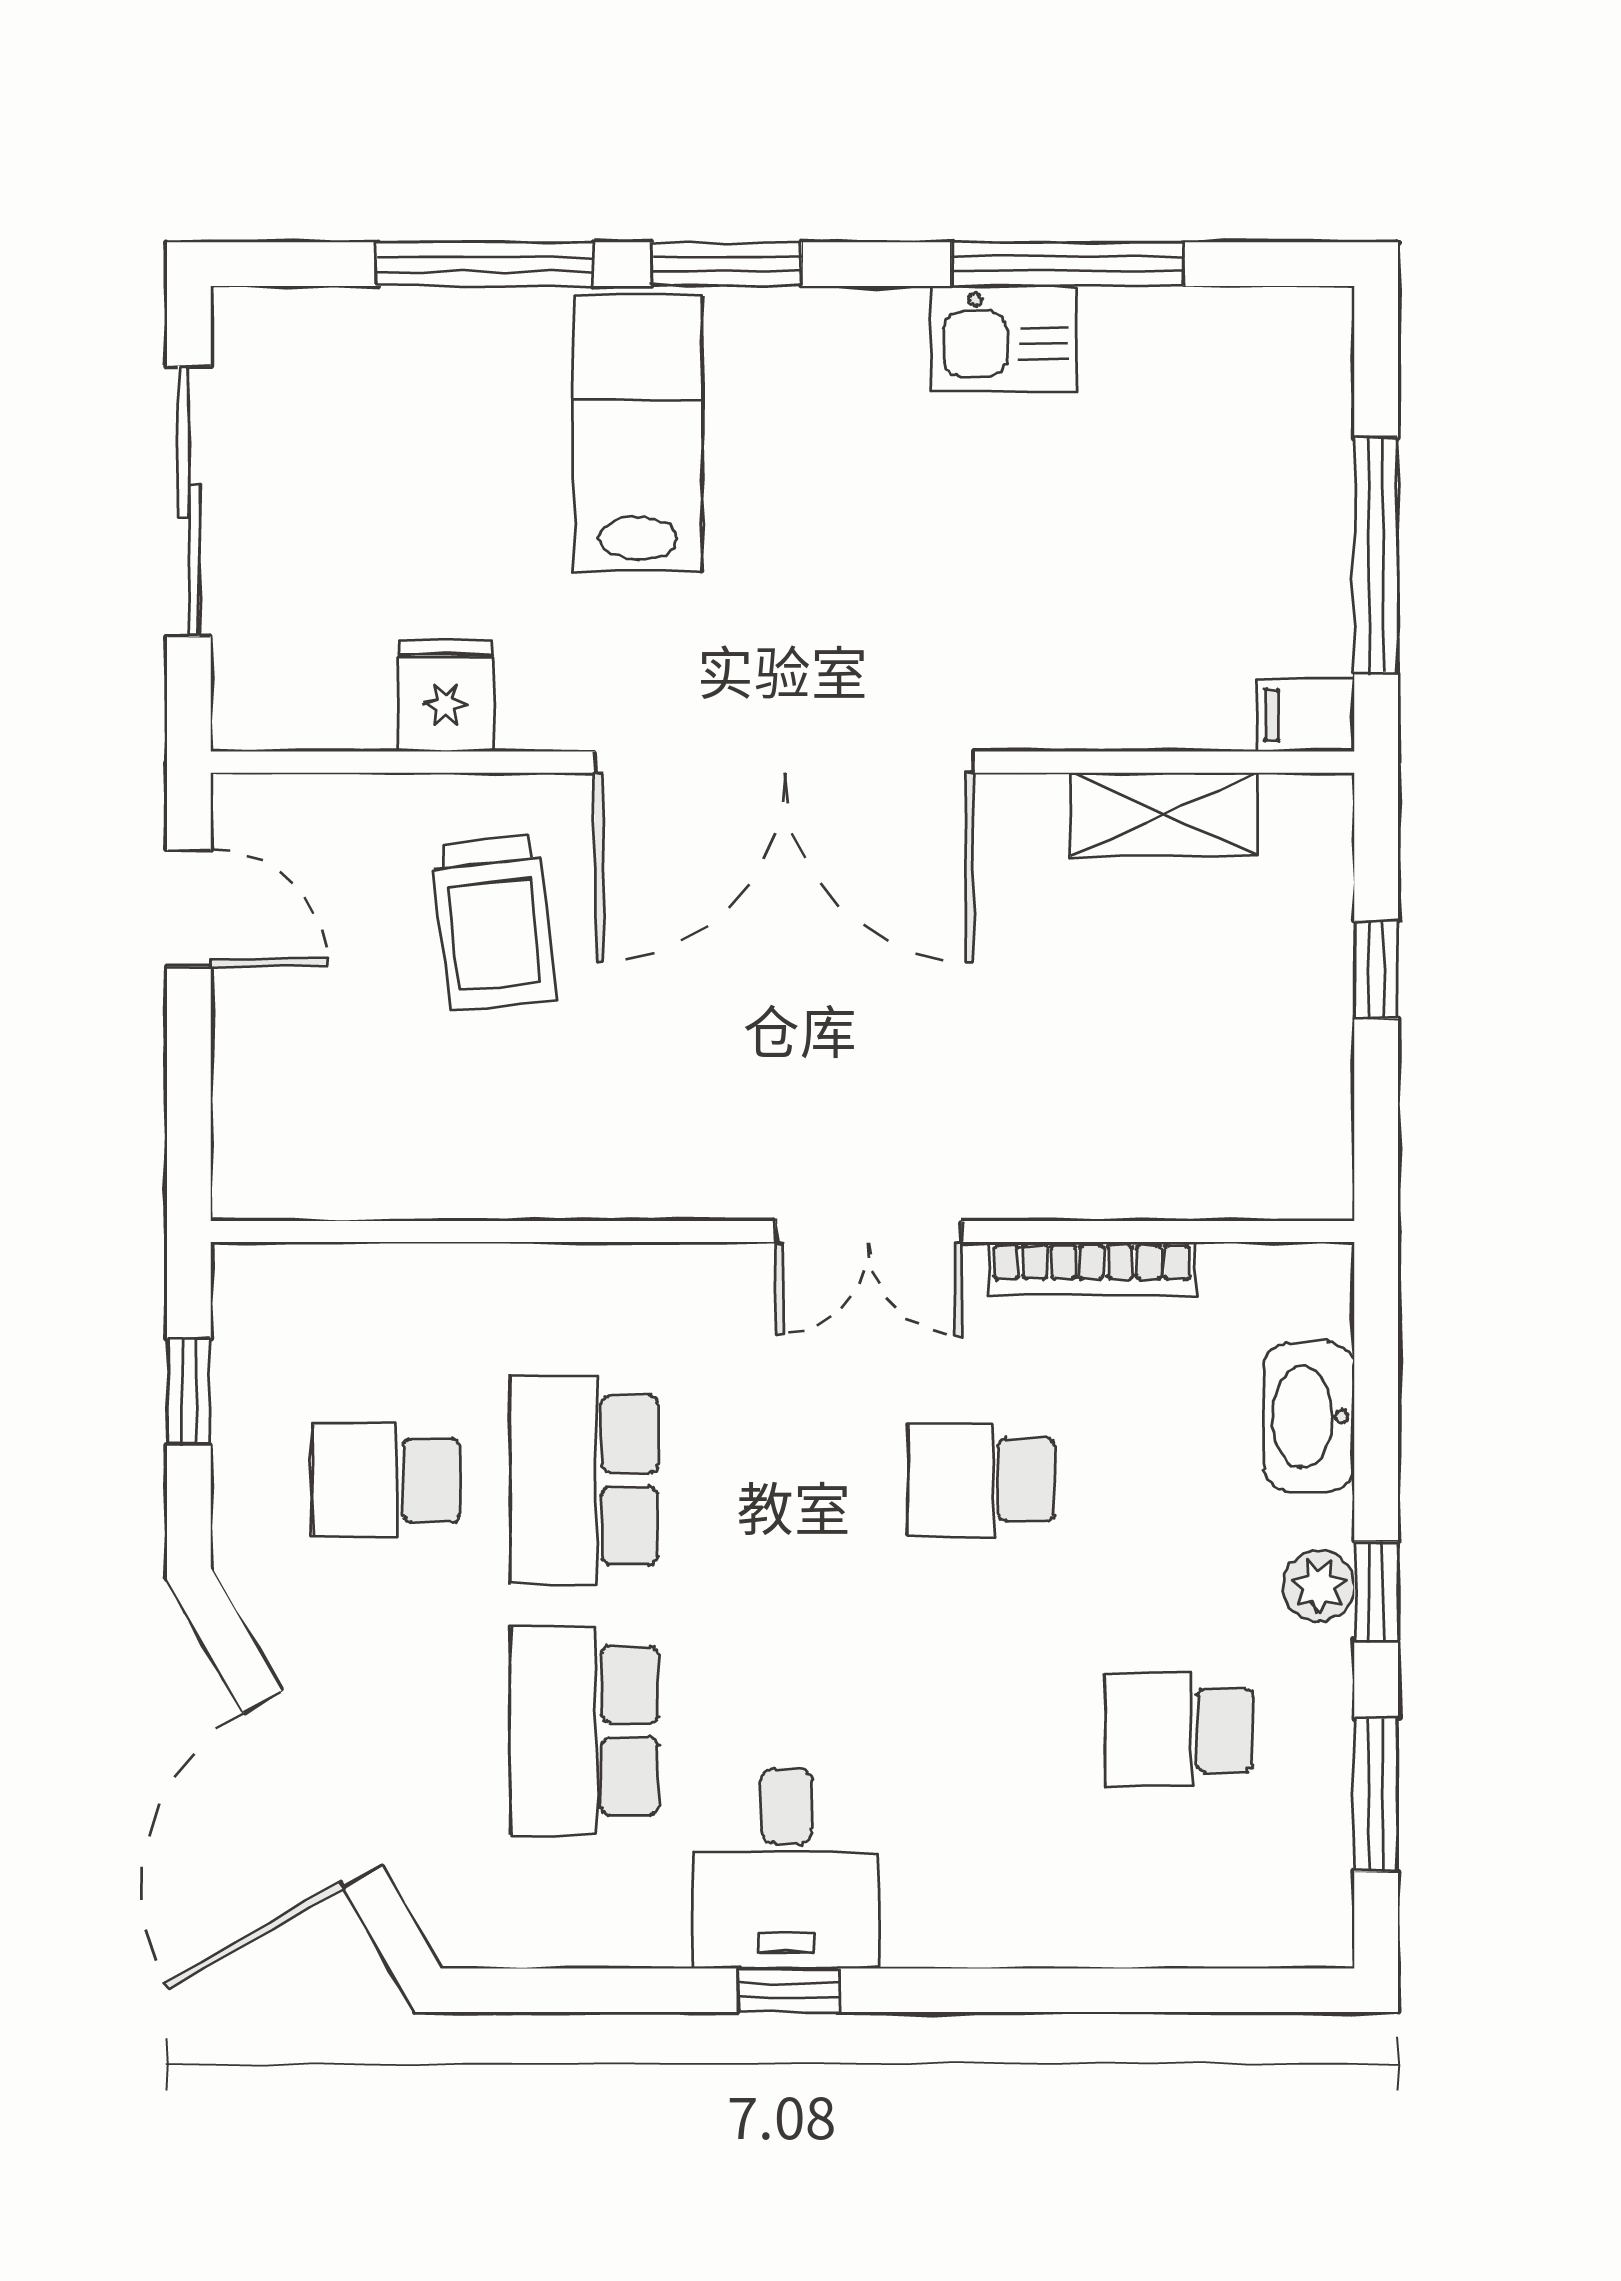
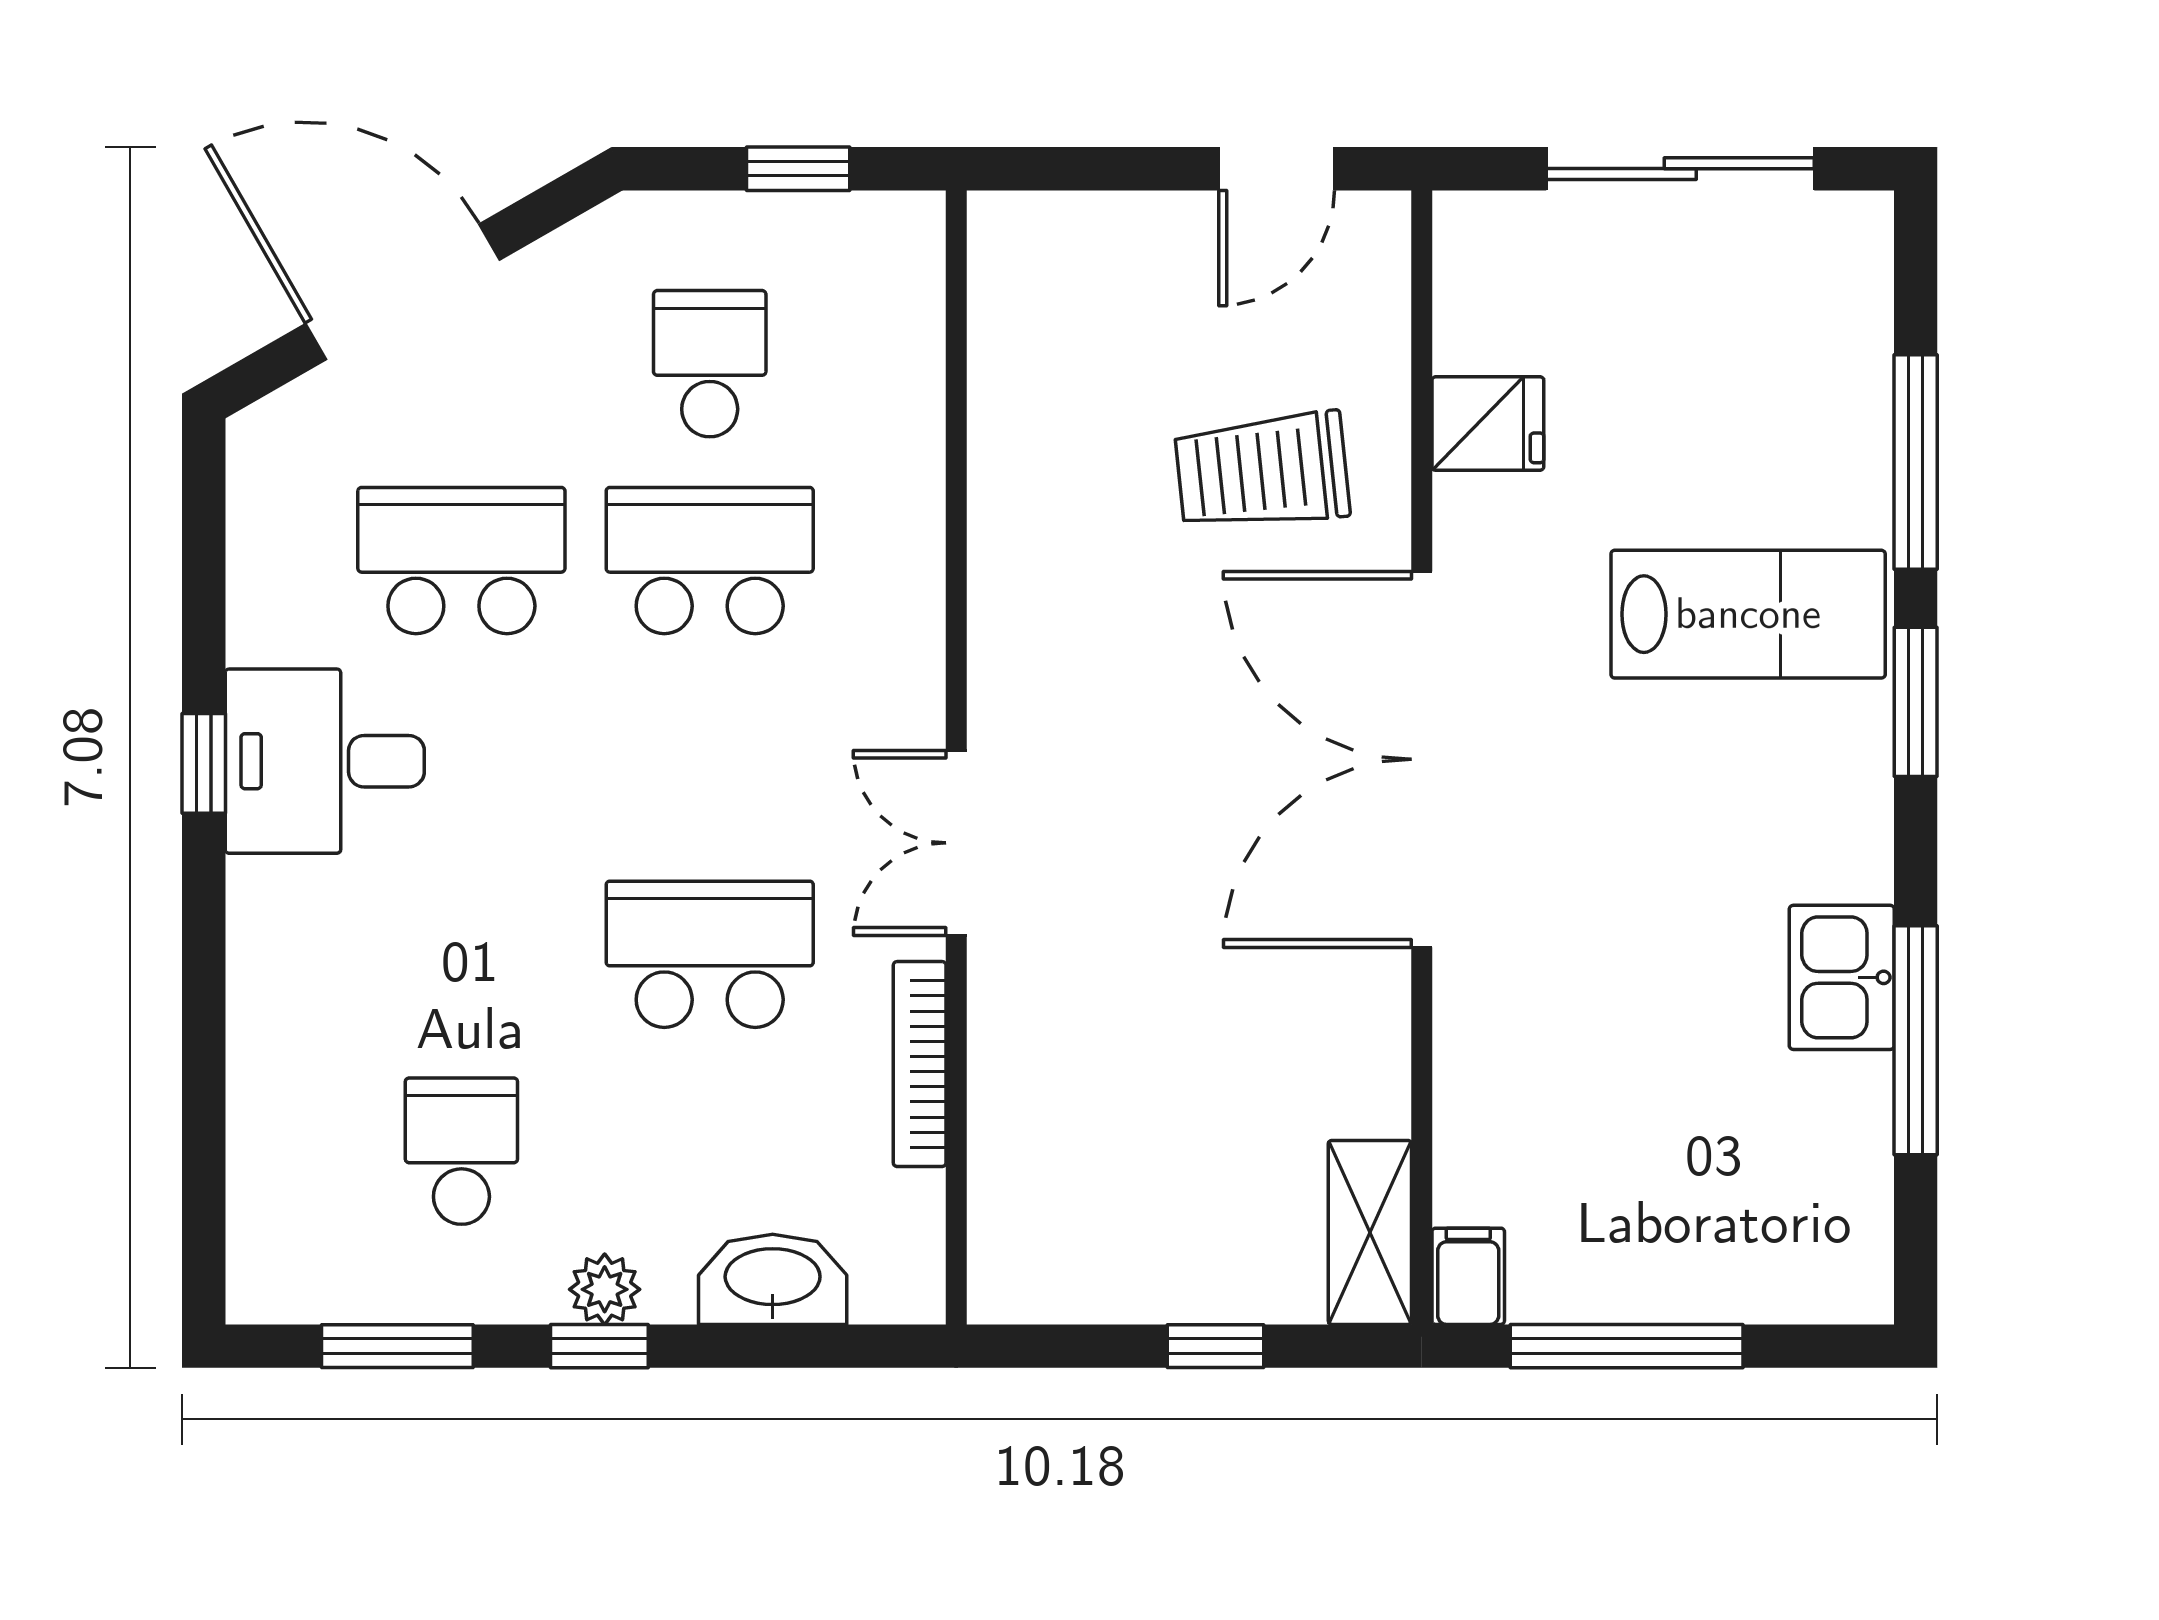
shelving: (1164, 814) -> (1370, 1232), moved
school desk: (981, 1480) -> (710, 954), width x1.85

